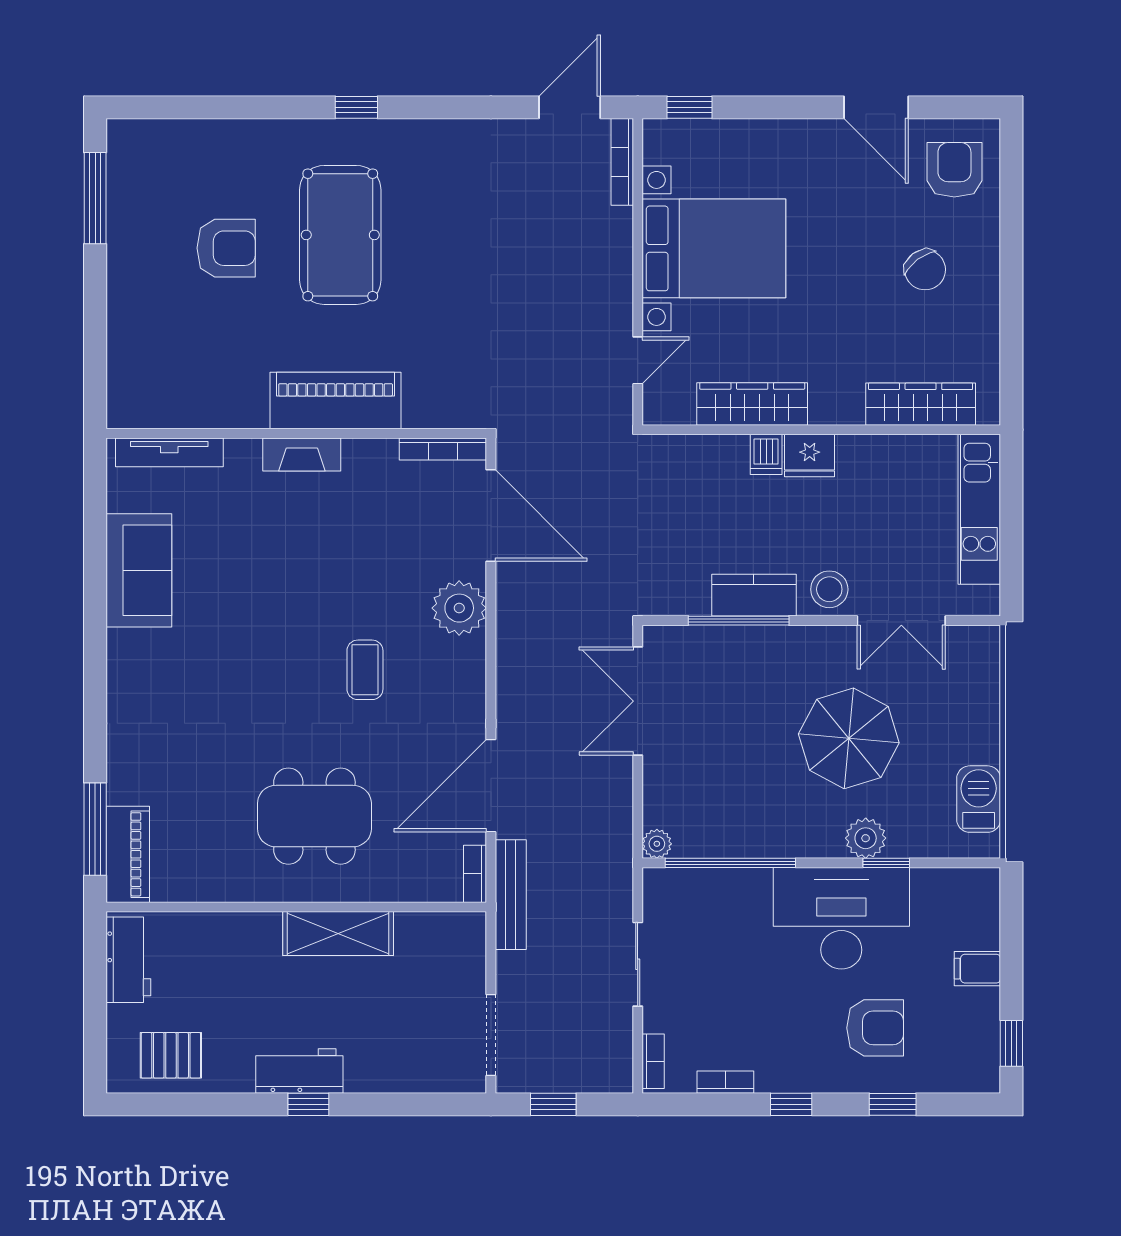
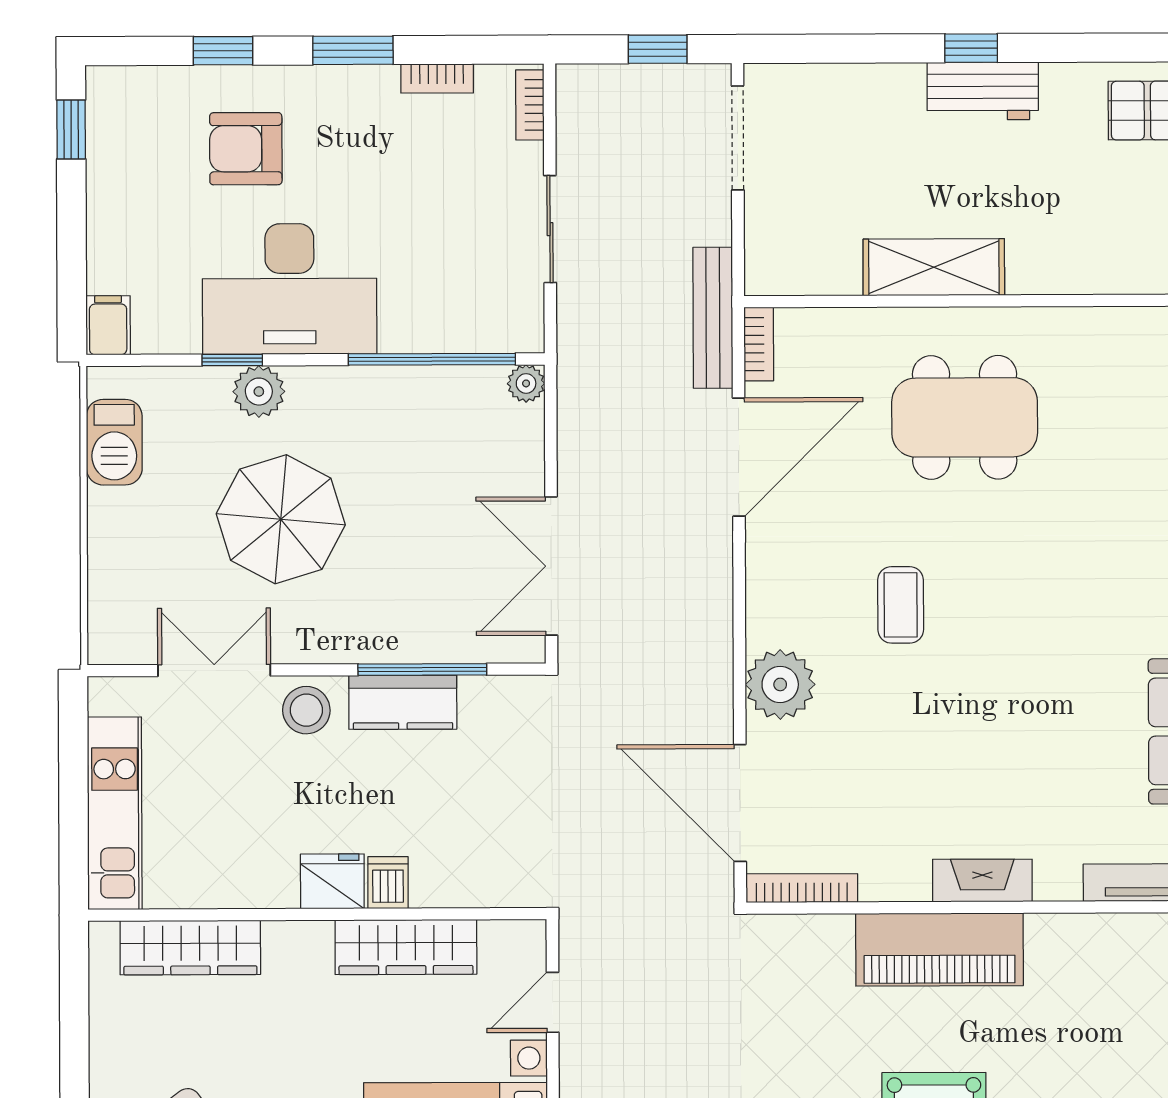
double door: (638, 701) -> (551, 566), swing flipped
filing cabinet: (977, 969) -> (108, 325), moved, turned -90
window: (791, 1104) -> (353, 50), width x1.50

